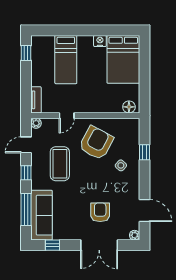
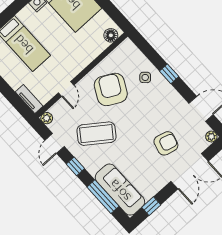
window: (144, 152) -> (169, 74), moved
coffee table: (60, 164) -> (96, 134), turned -54
side table: (121, 165) -> (145, 77), moved
armchair: (100, 212) -> (166, 143), turned 105

